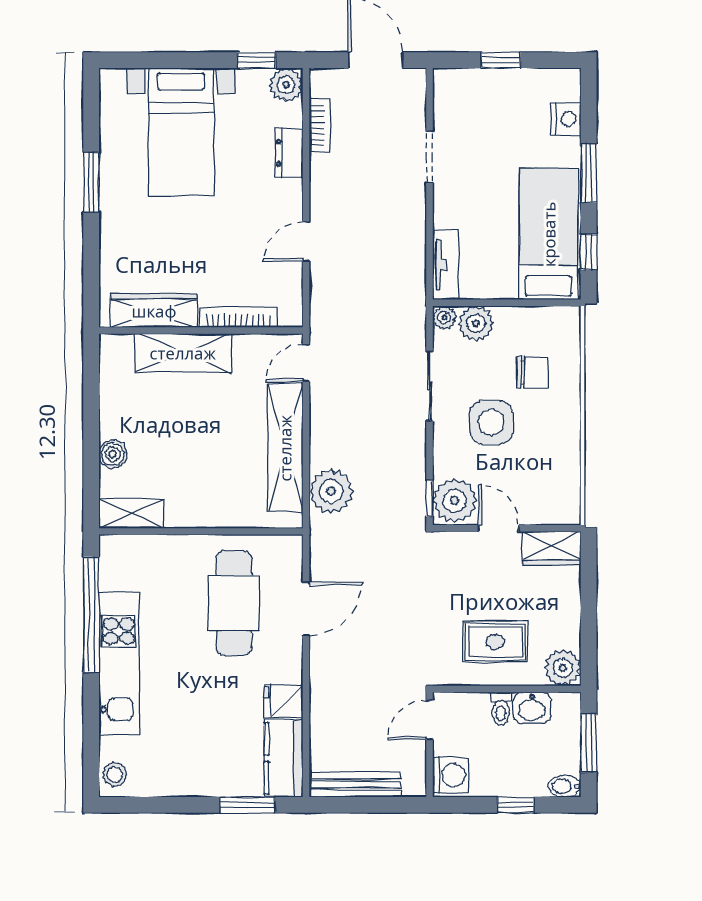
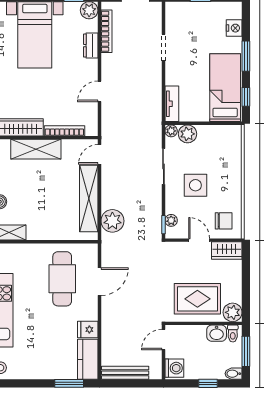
bookcase: (320, 125) -> (106, 31), width x1.56
chair: (532, 372) -> (224, 221), moved
plant: (455, 501) -> (171, 220), width x0.53, depth x0.53
rug: (495, 642) -> (197, 299), width x1.36, depth x1.43
toilet: (501, 708) -> (233, 333), moved

